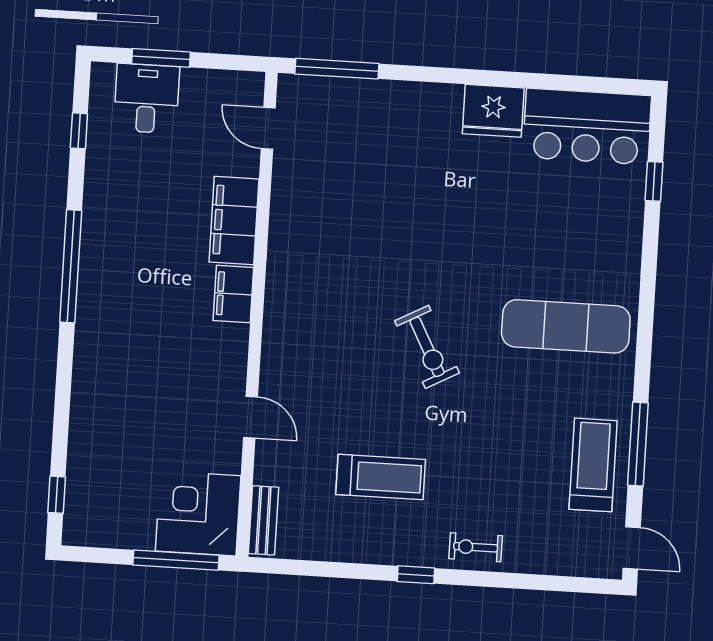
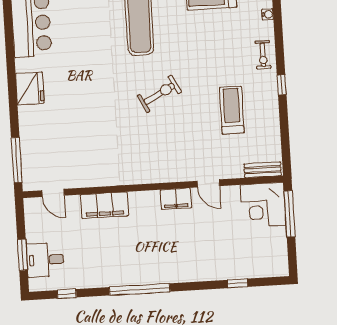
fridge: (493, 111) -> (30, 88), moved
door: (268, 128) -> (53, 193), hinge flipped
filing cabinet: (233, 294) -> (176, 199), moved
door: (251, 417) -> (208, 183), swing flipped
window: (57, 495) -> (238, 283), moved
water cooler: (549, 565) -> (268, 14), added

